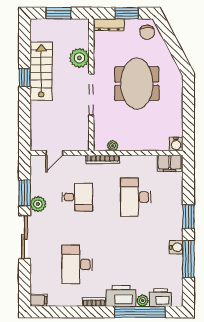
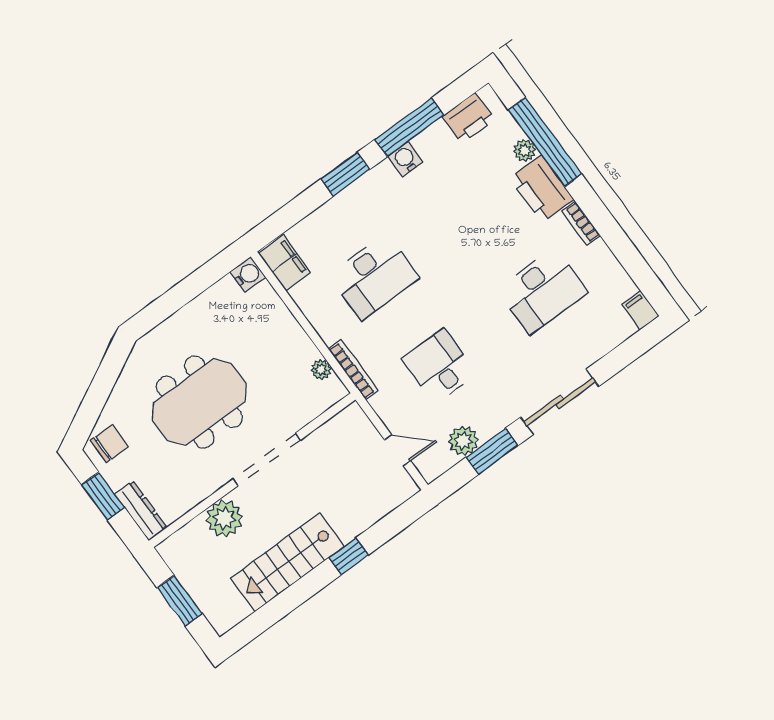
window: (25, 77) -> (349, 556), moved
plant: (38, 204) -> (463, 441), moved
printer: (160, 297) -> (469, 118), moved, turned -90

